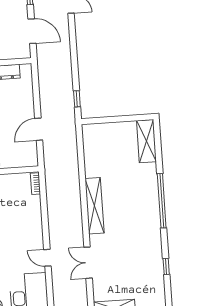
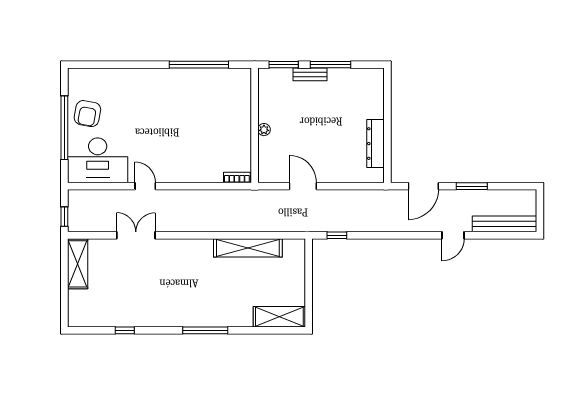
window: (162, 201) -> (205, 330), width x0.68
shelving: (95, 206) -> (248, 248), moved
door: (47, 258) -> (145, 186), hinge flipped

